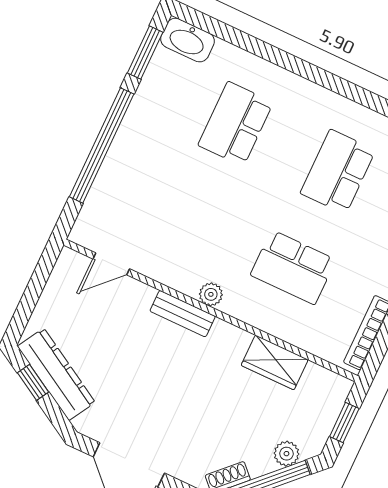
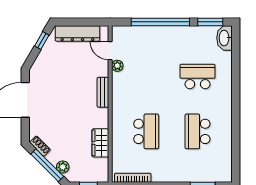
school desk: (338, 172) -> (198, 131), turned -90
school desk: (293, 267) -> (146, 131), turned 180
plant: (211, 294) -> (117, 66), moved
dresser: (56, 374) -> (77, 33), moved, turned 60

